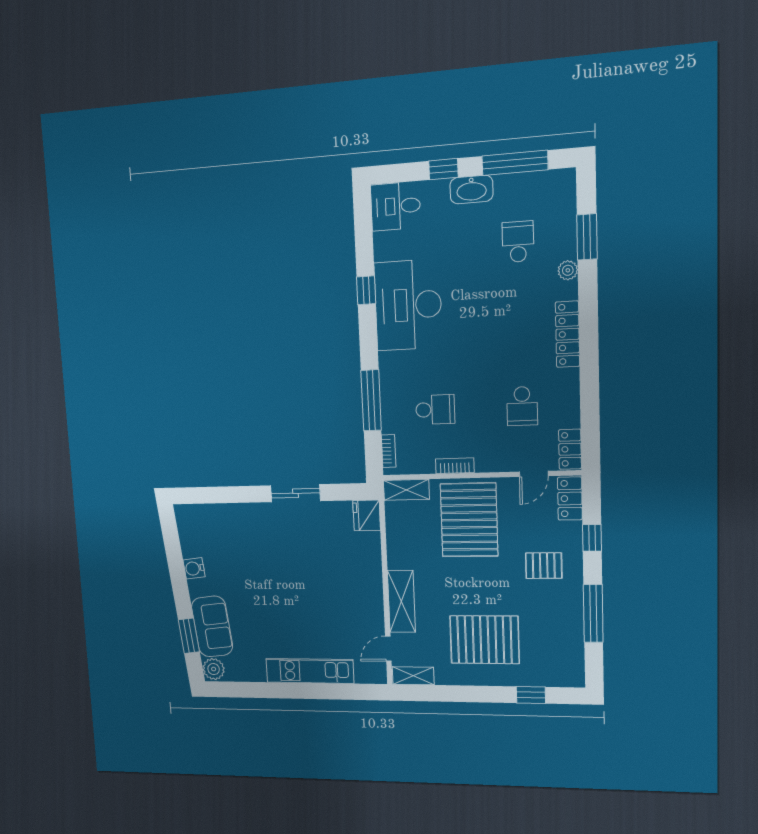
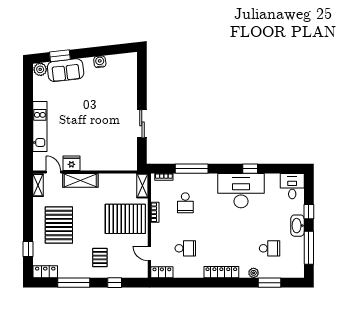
school desk: (522, 406) -> (185, 248), turned 180
locker: (570, 498) -> (45, 272), moved
fridge: (367, 515) -> (71, 163), moved

